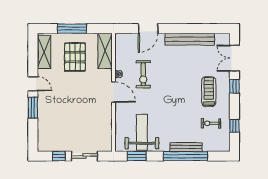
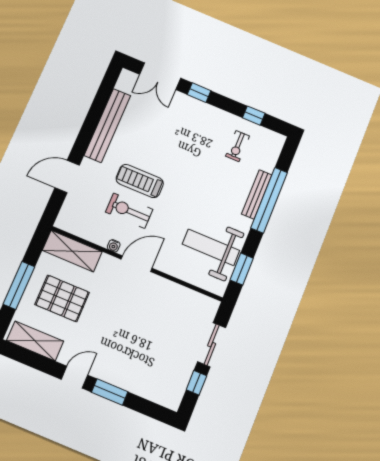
door: (148, 29) -> (67, 177), swing flipped
exercise bike: (143, 74) -> (129, 211), turned 180
treadmill: (209, 92) -> (140, 181), moved

